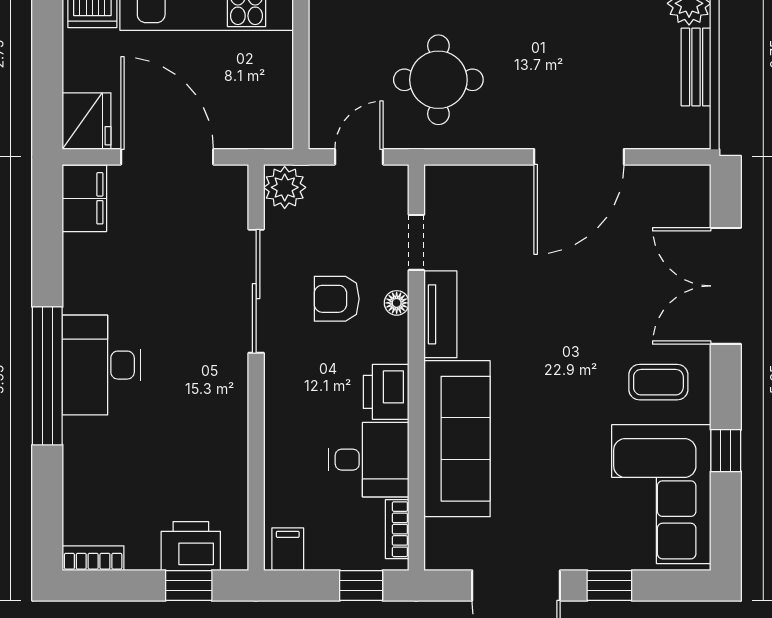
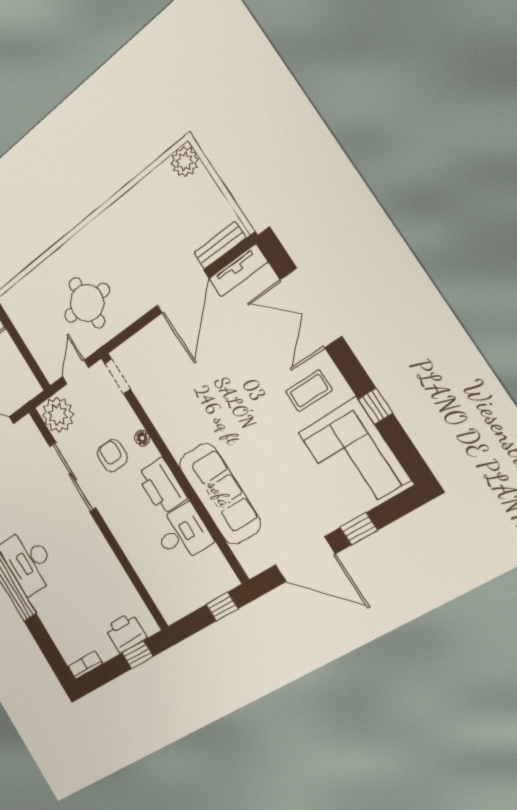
bench: (696, 67) -> (220, 245), moved, turned 90
plant: (285, 187) -> (58, 415), width x1.36, depth x1.36
doorway: (416, 242) -> (118, 377), moved
armchair: (337, 299) -> (112, 456), turned 90
tv unit: (440, 314) -> (238, 270), moved, turned 90
printer: (386, 392) -> (162, 486), width x1.37, depth x1.19
bookcase: (397, 529) -> (221, 564), removed
filing cabinet: (288, 549) -> (173, 607), removed

